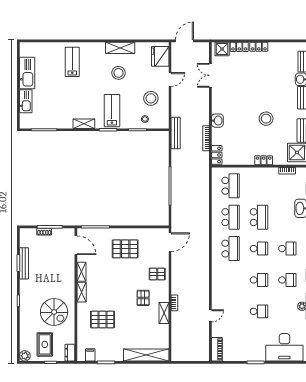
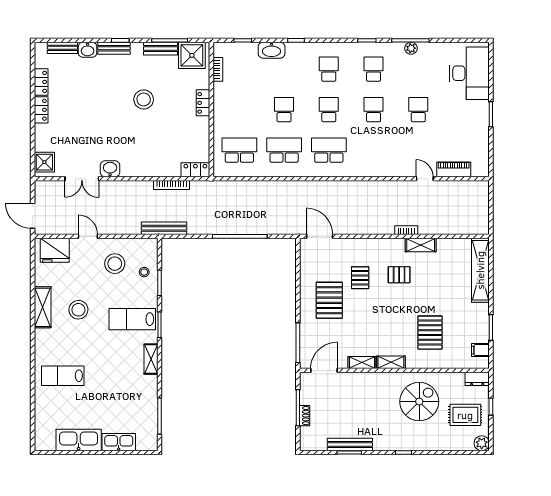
locker: (239, 47) -> (41, 82), moved
washbasin: (217, 121) -> (110, 169), moved
school desk: (259, 217) -> (284, 110), width x0.54
pallet: (157, 274) -> (360, 278), moved
piano: (217, 349) -> (454, 169), moved

